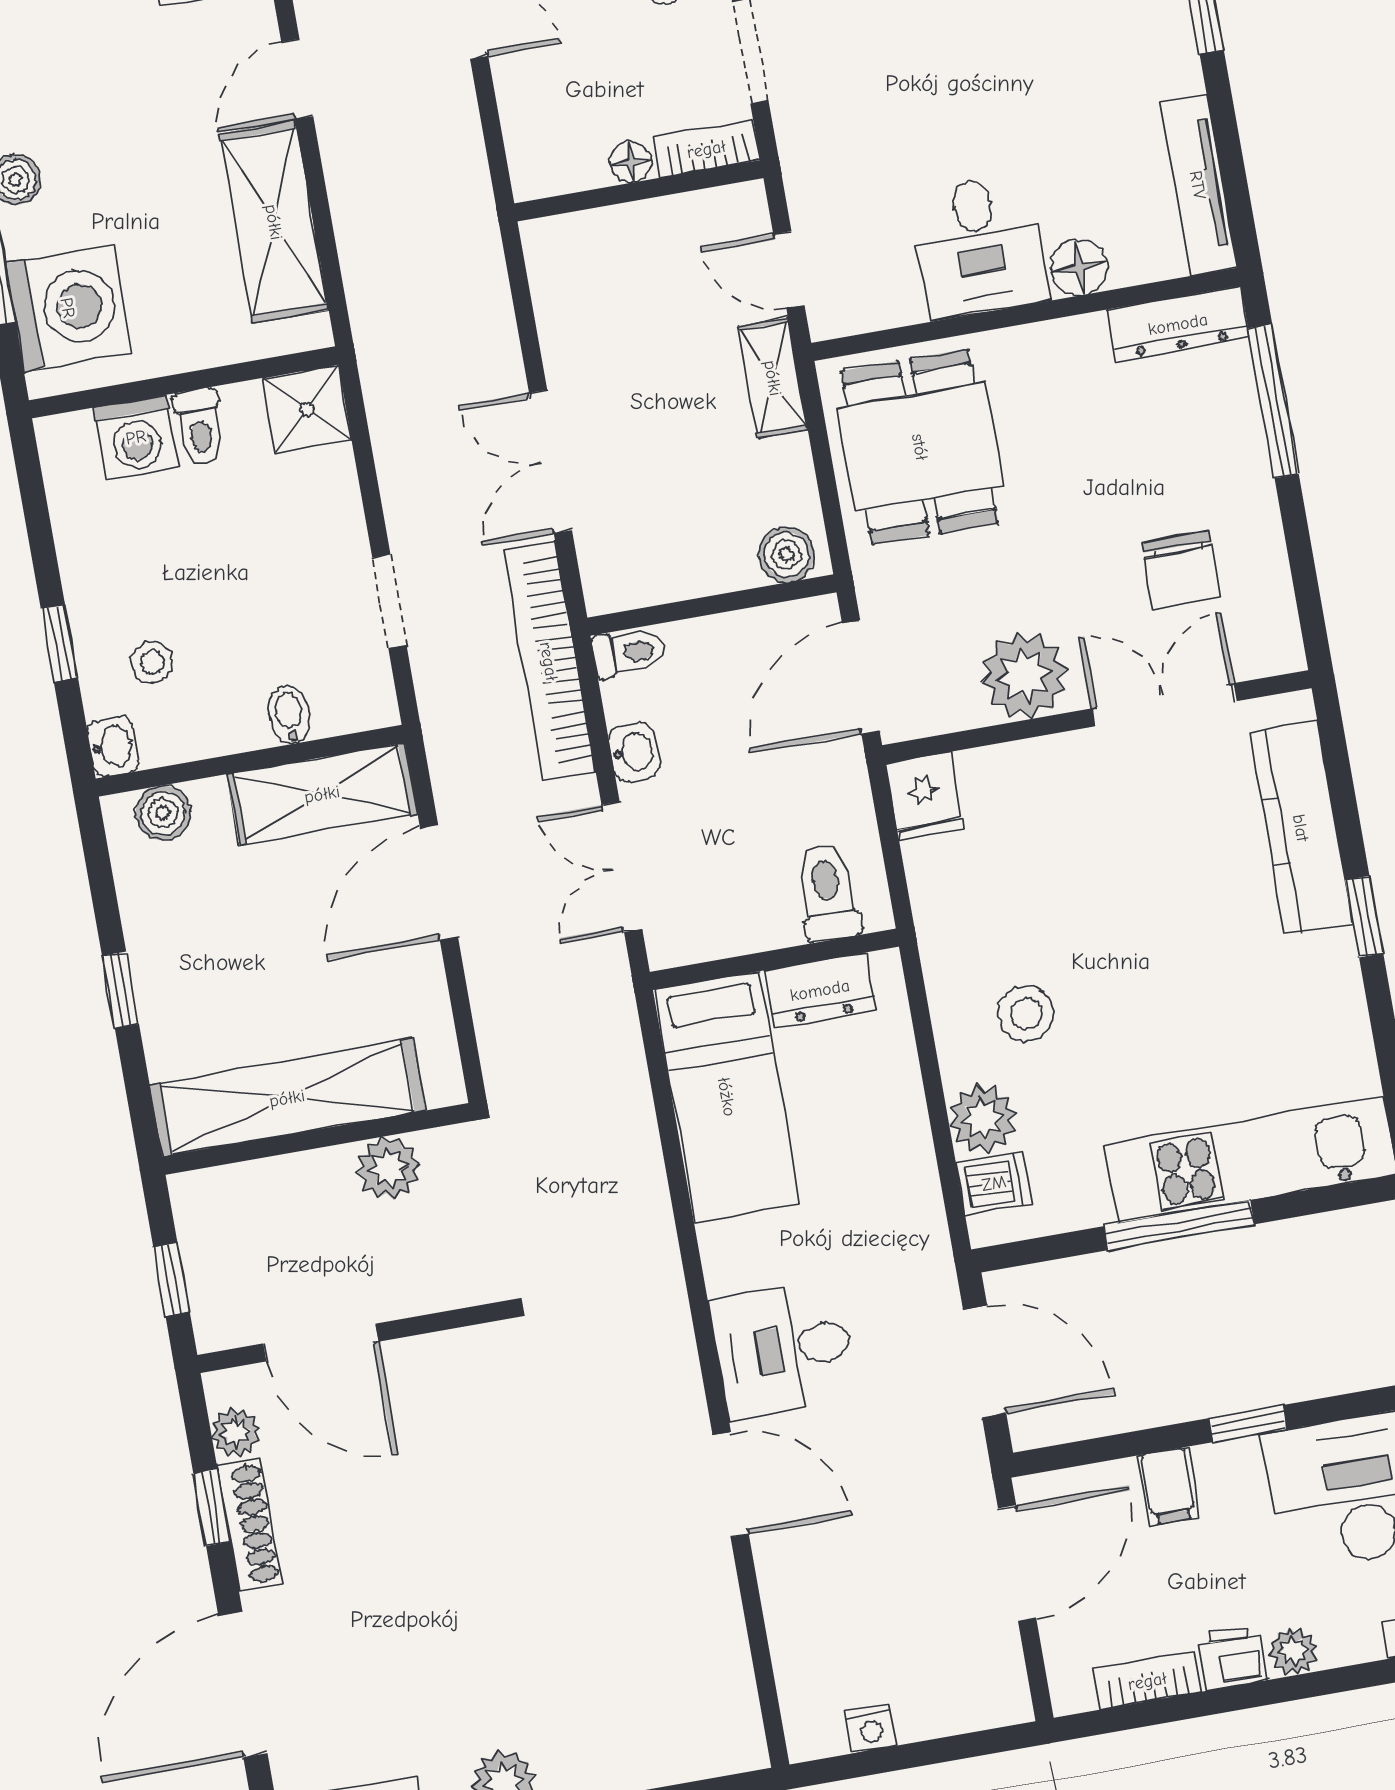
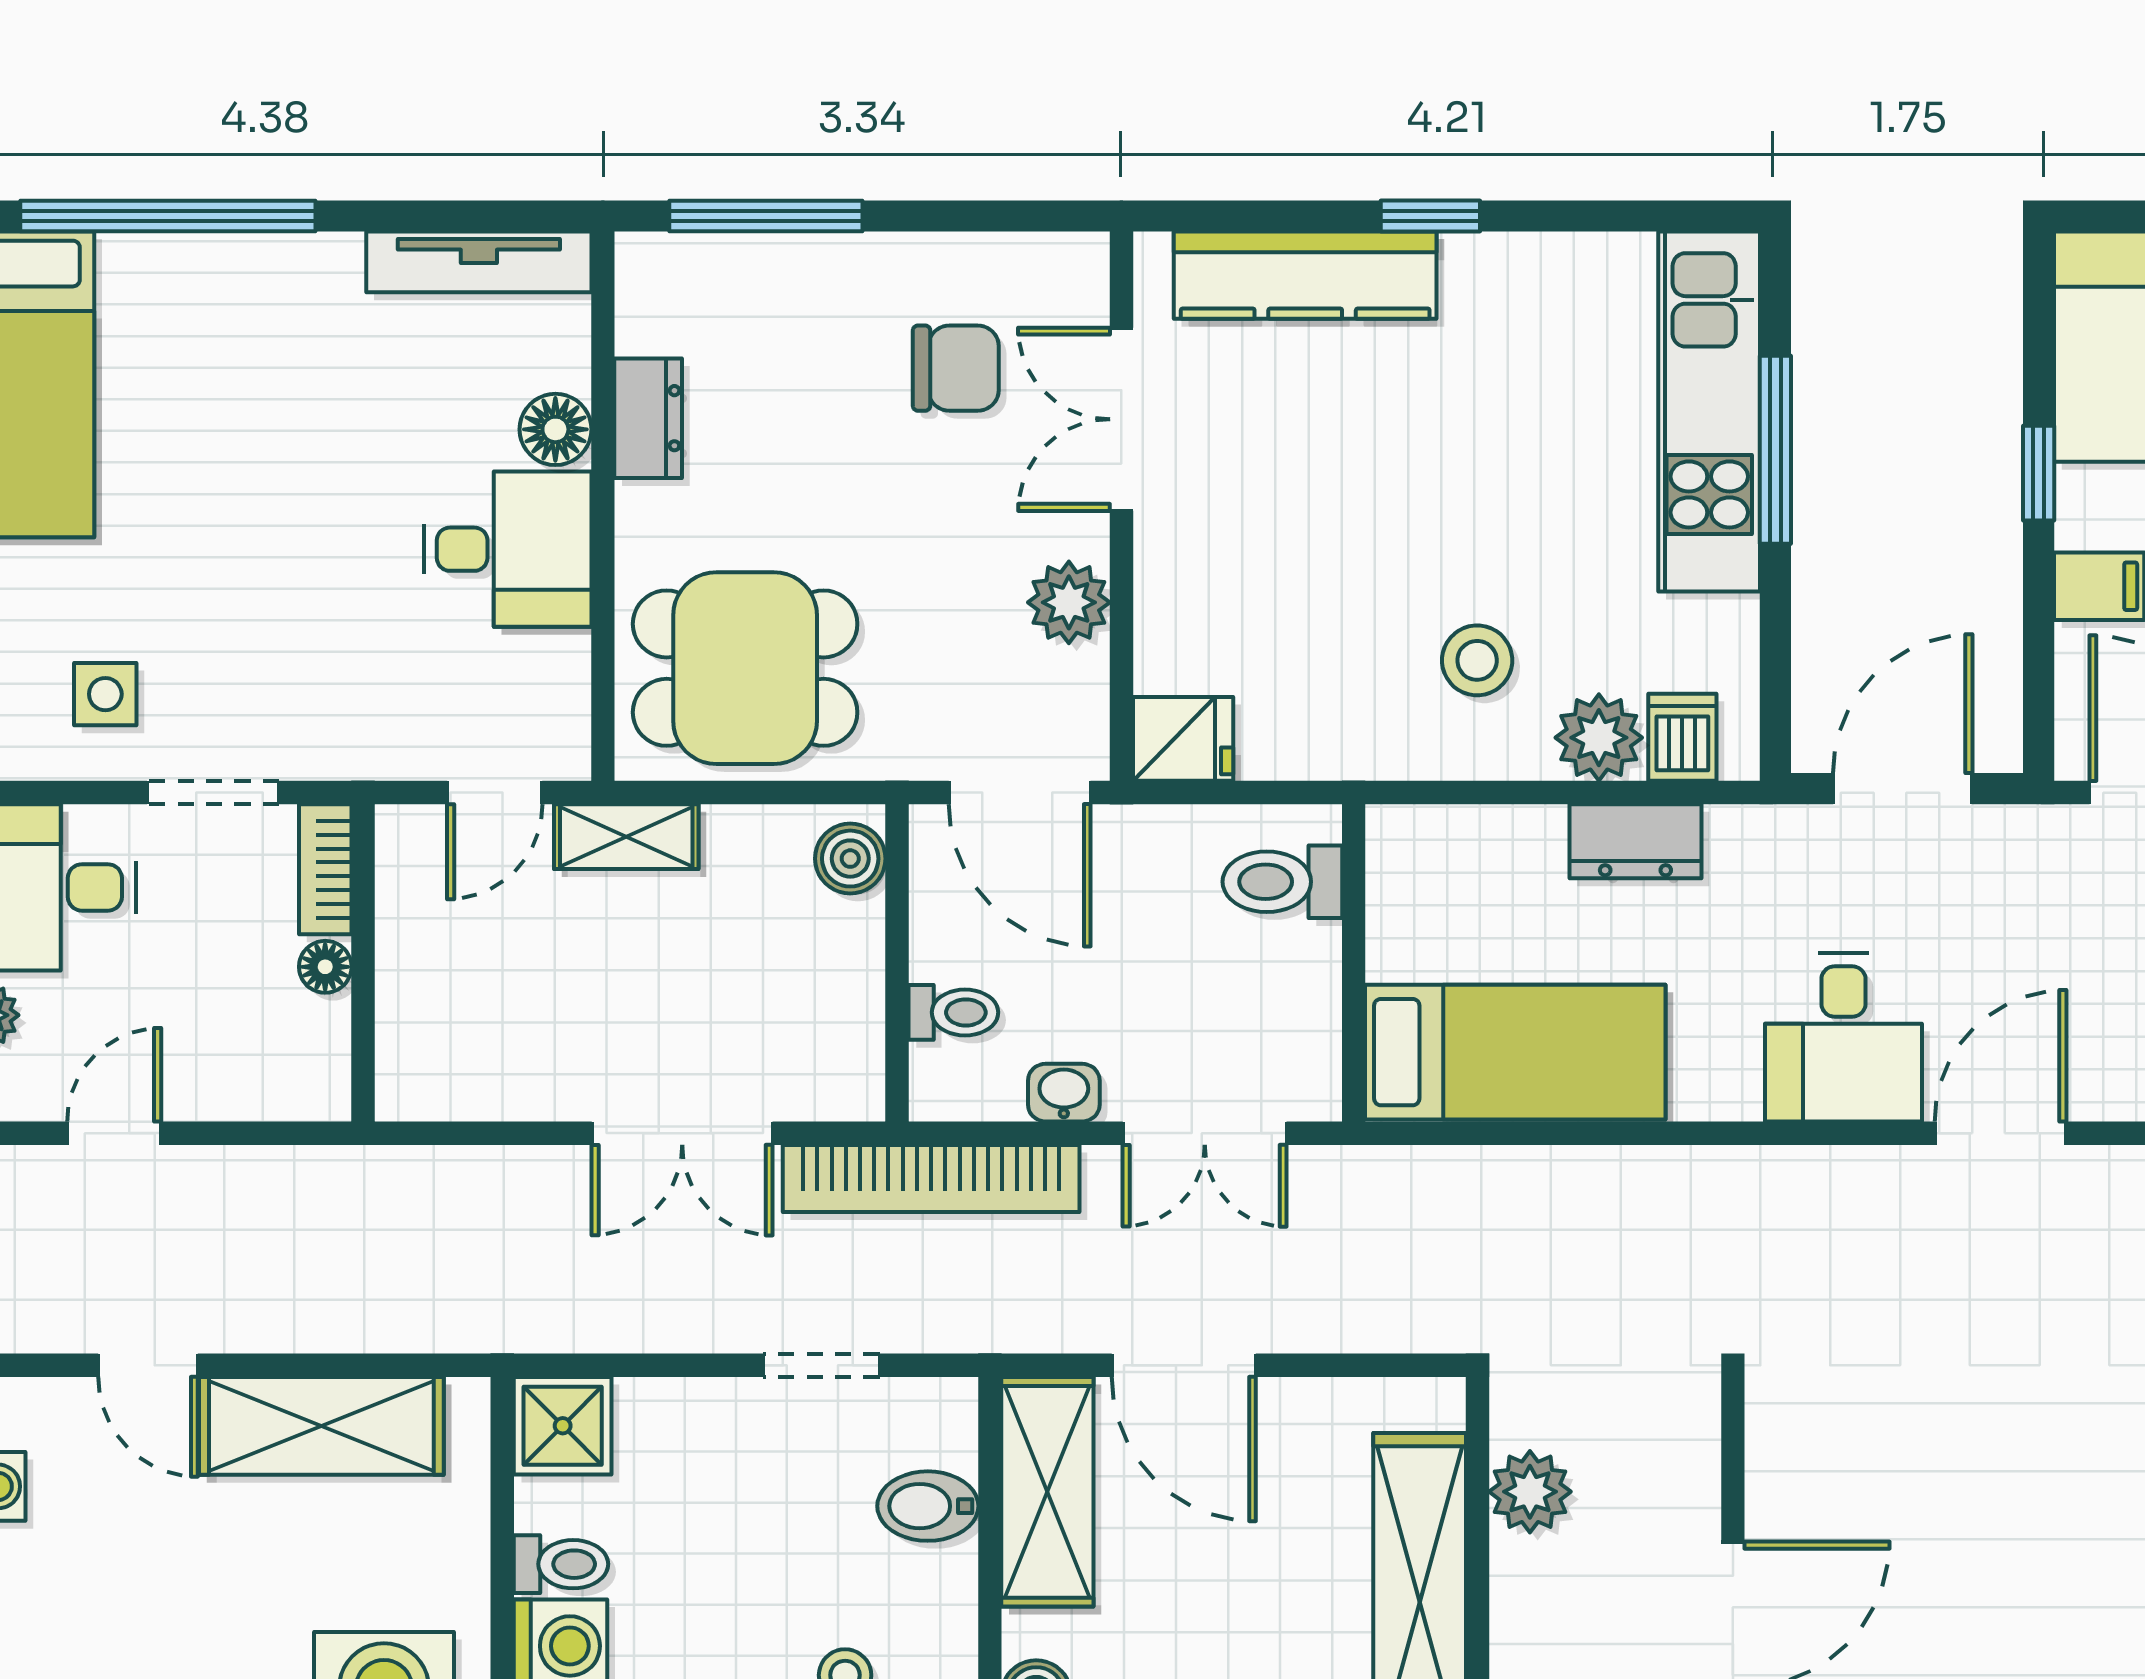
dresser: (1178, 324) -> (648, 418), moved, width x0.70
toilet: (629, 653) -> (953, 1012), moved, turned 90
plant: (1025, 675) -> (1069, 602), width x0.73, depth x0.73
bidet: (289, 715) -> (928, 1506), width x1.38, depth x1.36
dresser: (820, 990) -> (1635, 841), moved, turned 90
window: (1179, 1225) -> (1775, 450), moved

